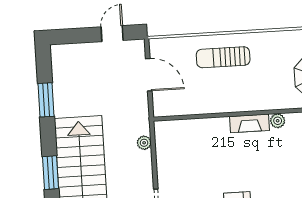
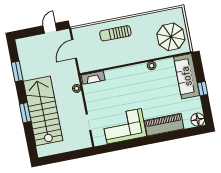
door: (149, 75) -> (74, 49), swing flipped
fireplace: (250, 123) -> (93, 78), moved

